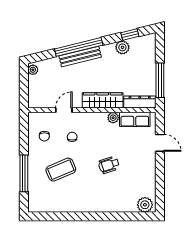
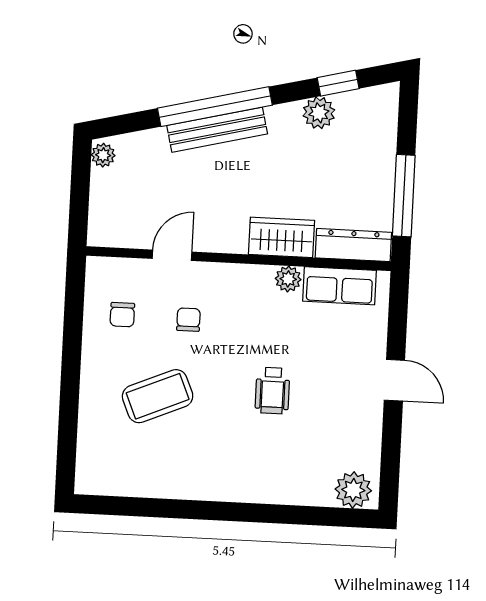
wardrobe: (103, 100) -> (281, 237), width x0.67
door: (160, 143) -> (394, 380), moved
wheelchair: (109, 165) -> (273, 391), turned -72
window: (24, 173) -> (69, 401), removed

